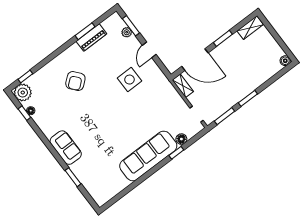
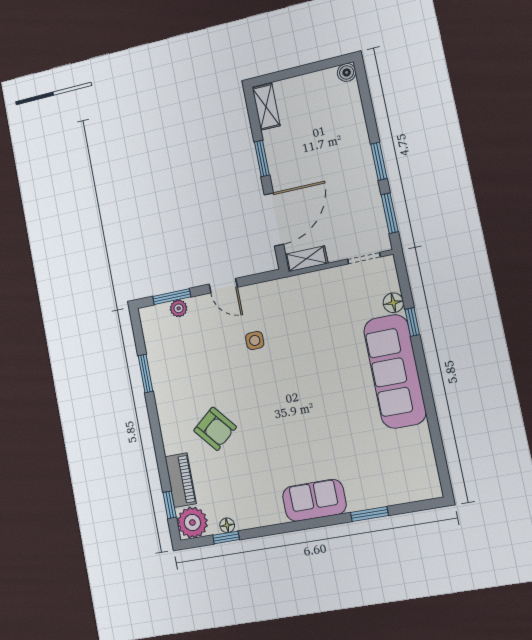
piano: (91, 38) -> (181, 480), moved
side table: (130, 80) -> (255, 340), width x0.54, depth x0.54

